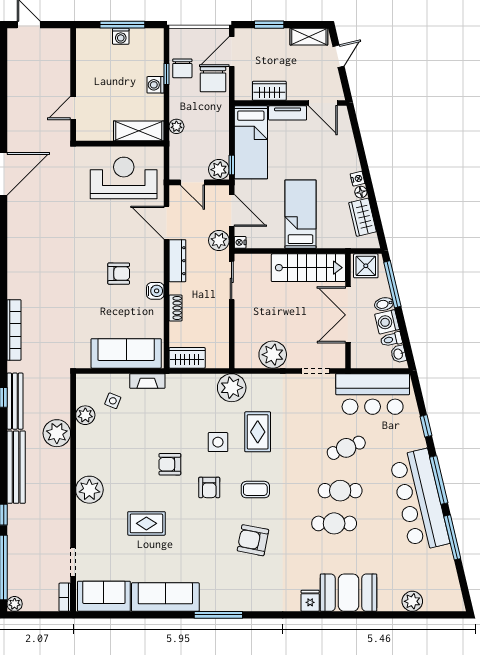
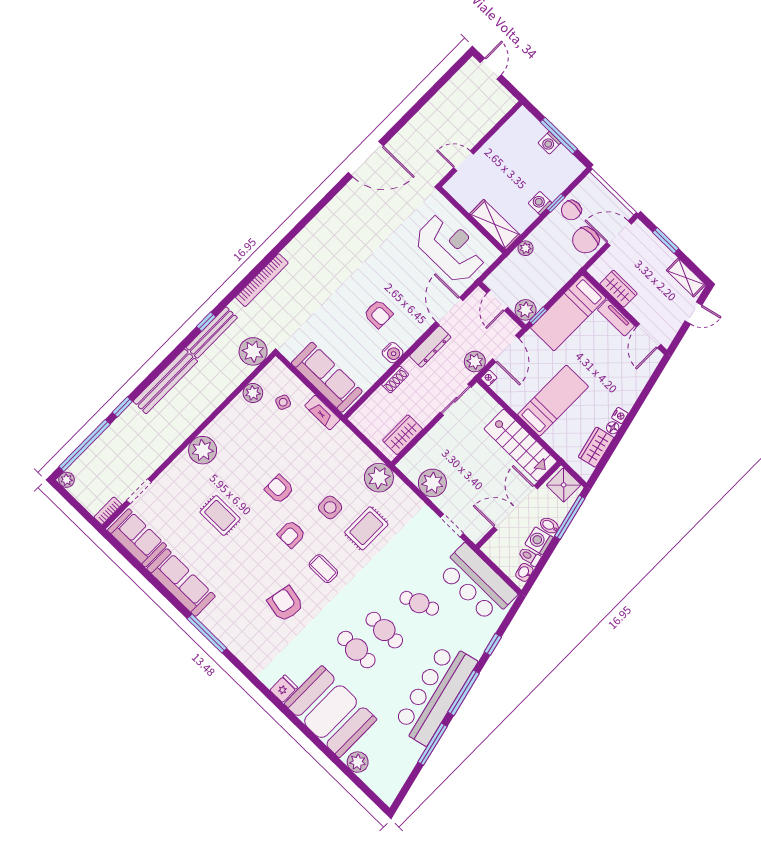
wardrobe: (187, 358) -> (402, 435), moved, turned -90
plant: (57, 433) -> (253, 351), moved
booth: (349, 593) -> (331, 712), width x1.36, depth x1.42

